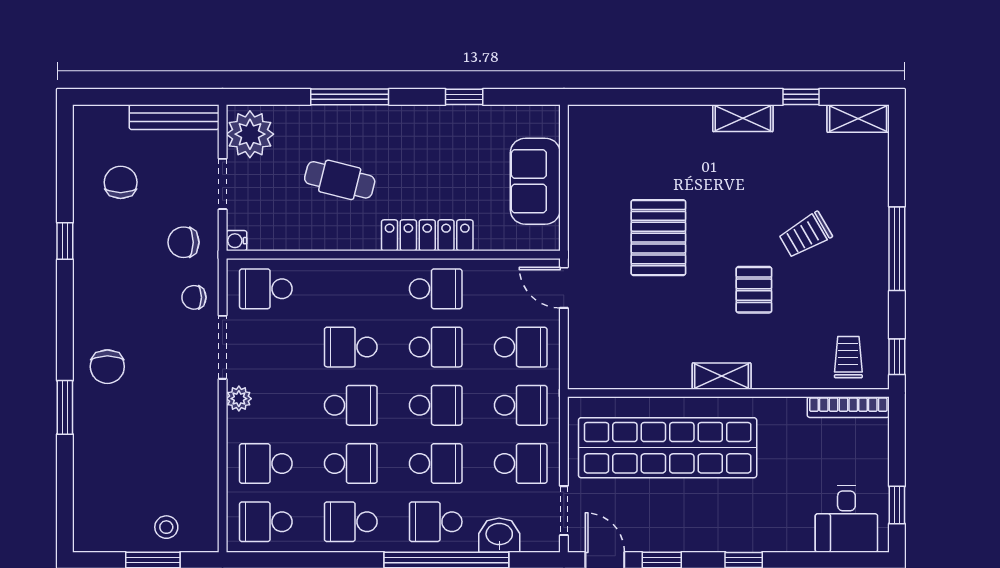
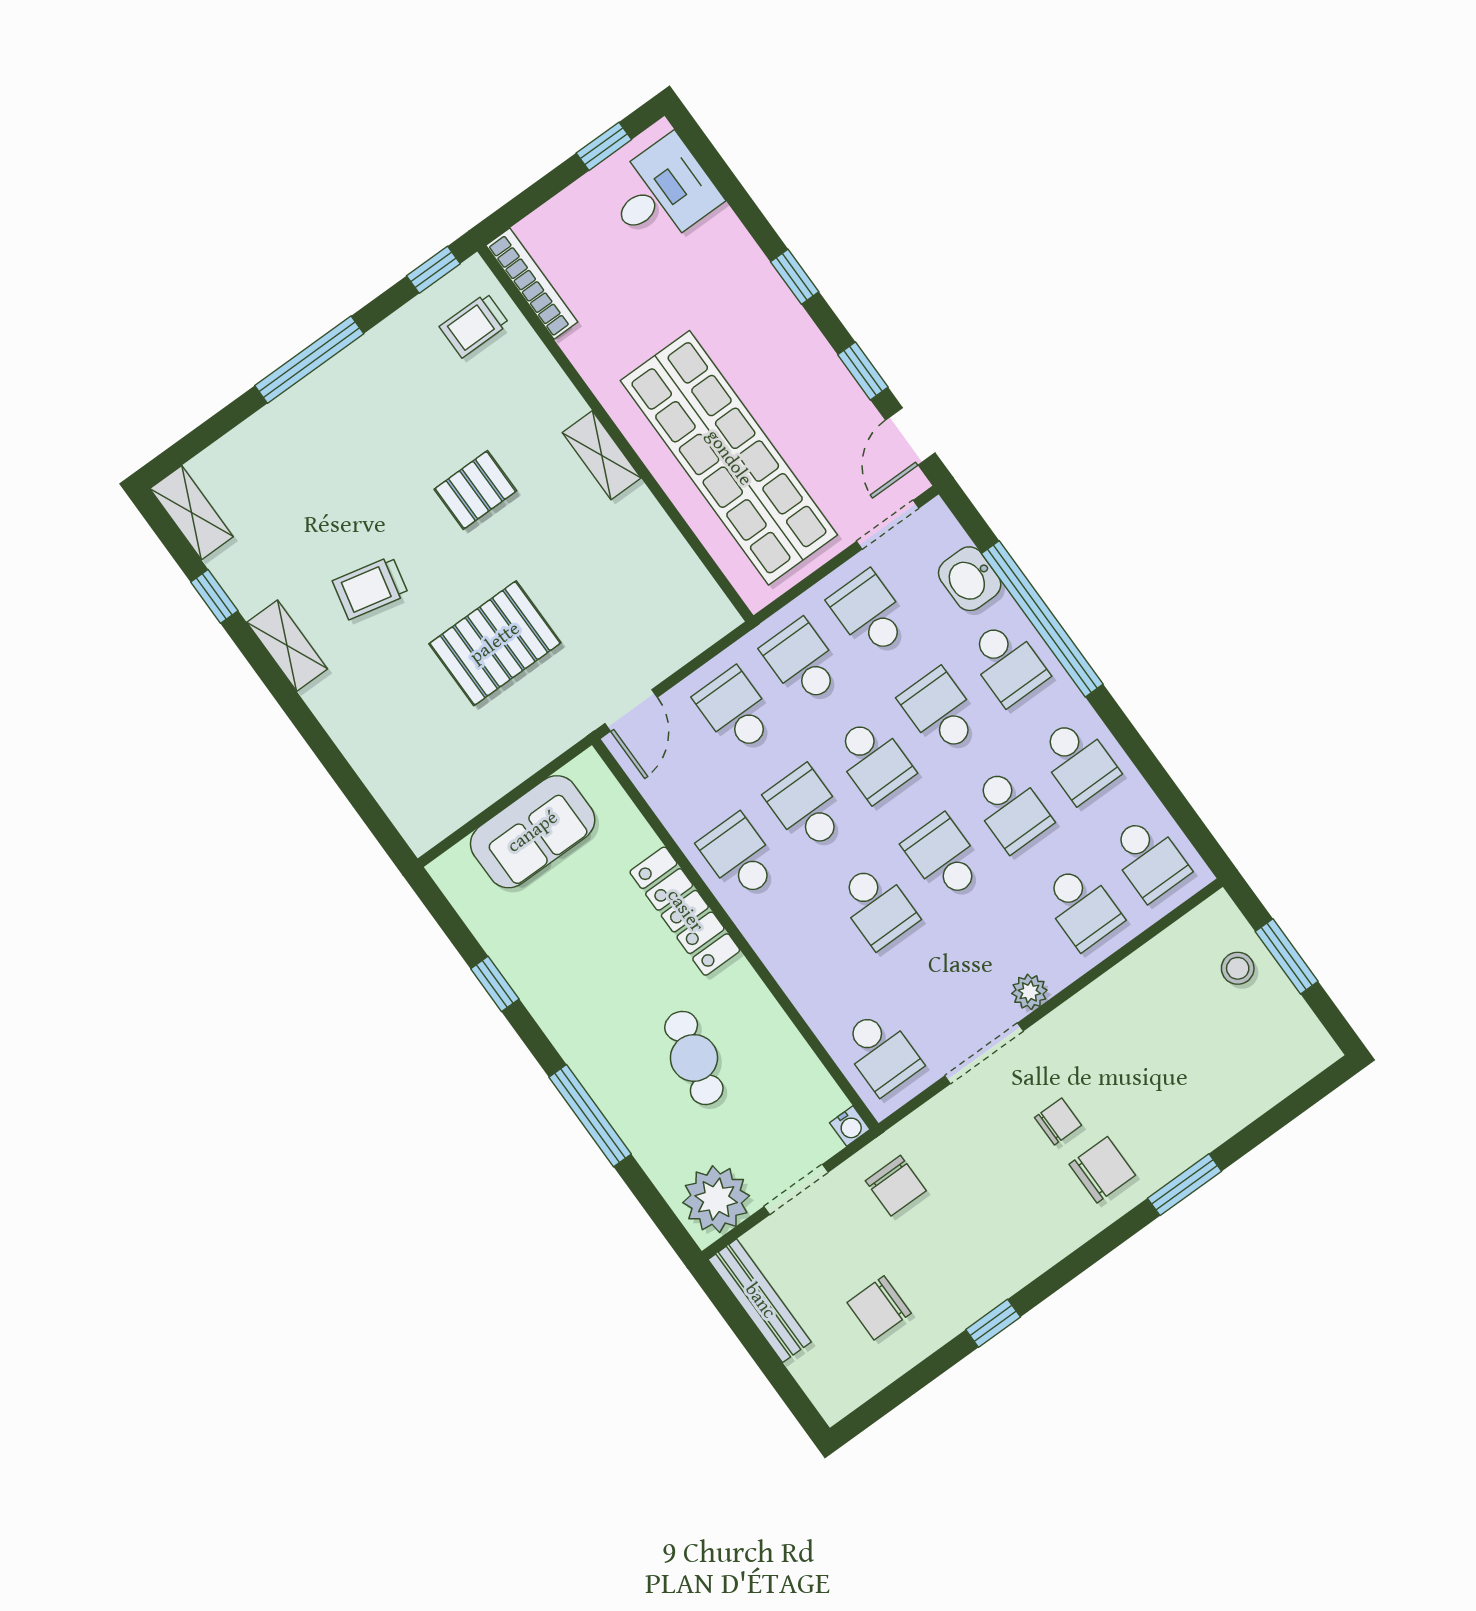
trolley: (805, 235) -> (370, 588), moved, turned 133
chair: (194, 297) -> (1058, 1121), moved, turned -90
school desk: (436, 405) -> (873, 760), turned 180
school desk: (351, 464) -> (1011, 809), turned 180

